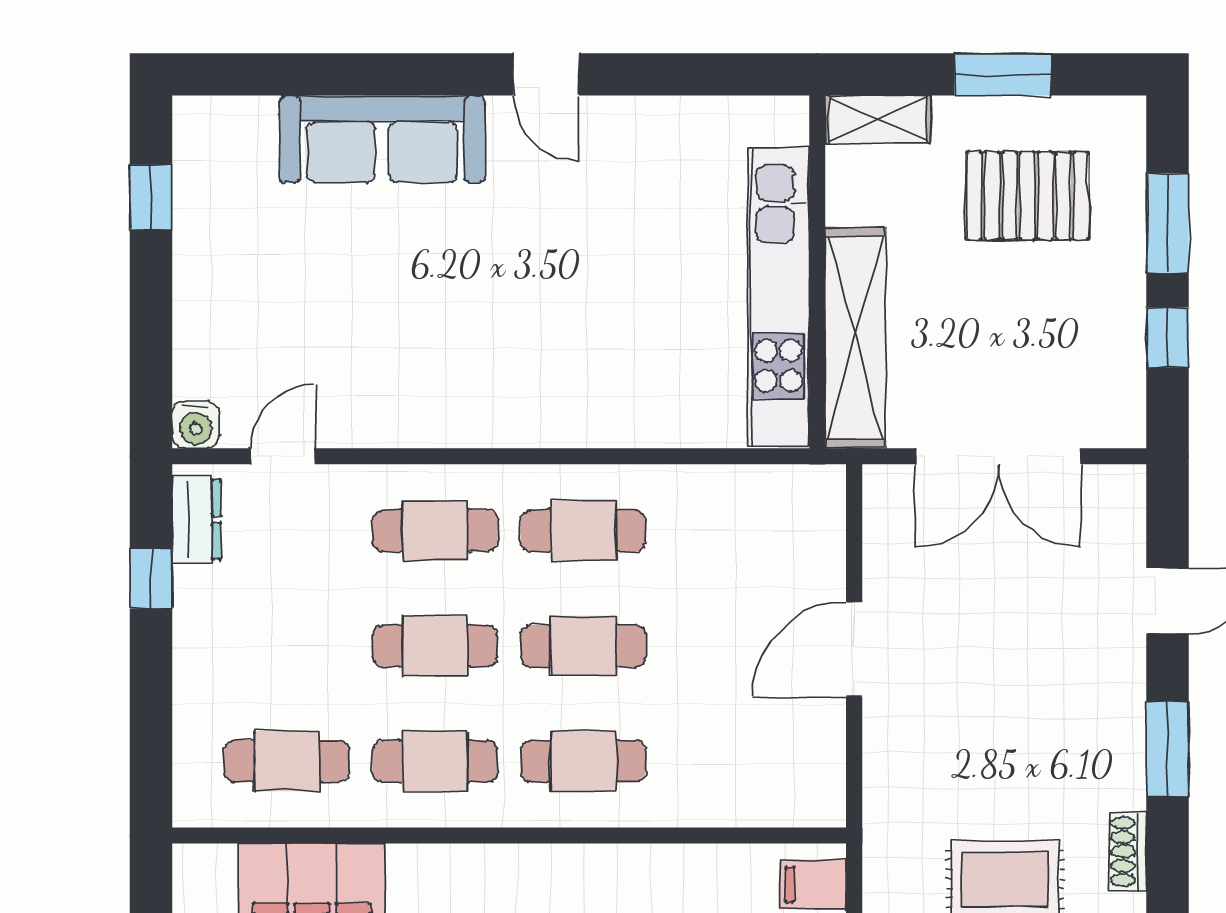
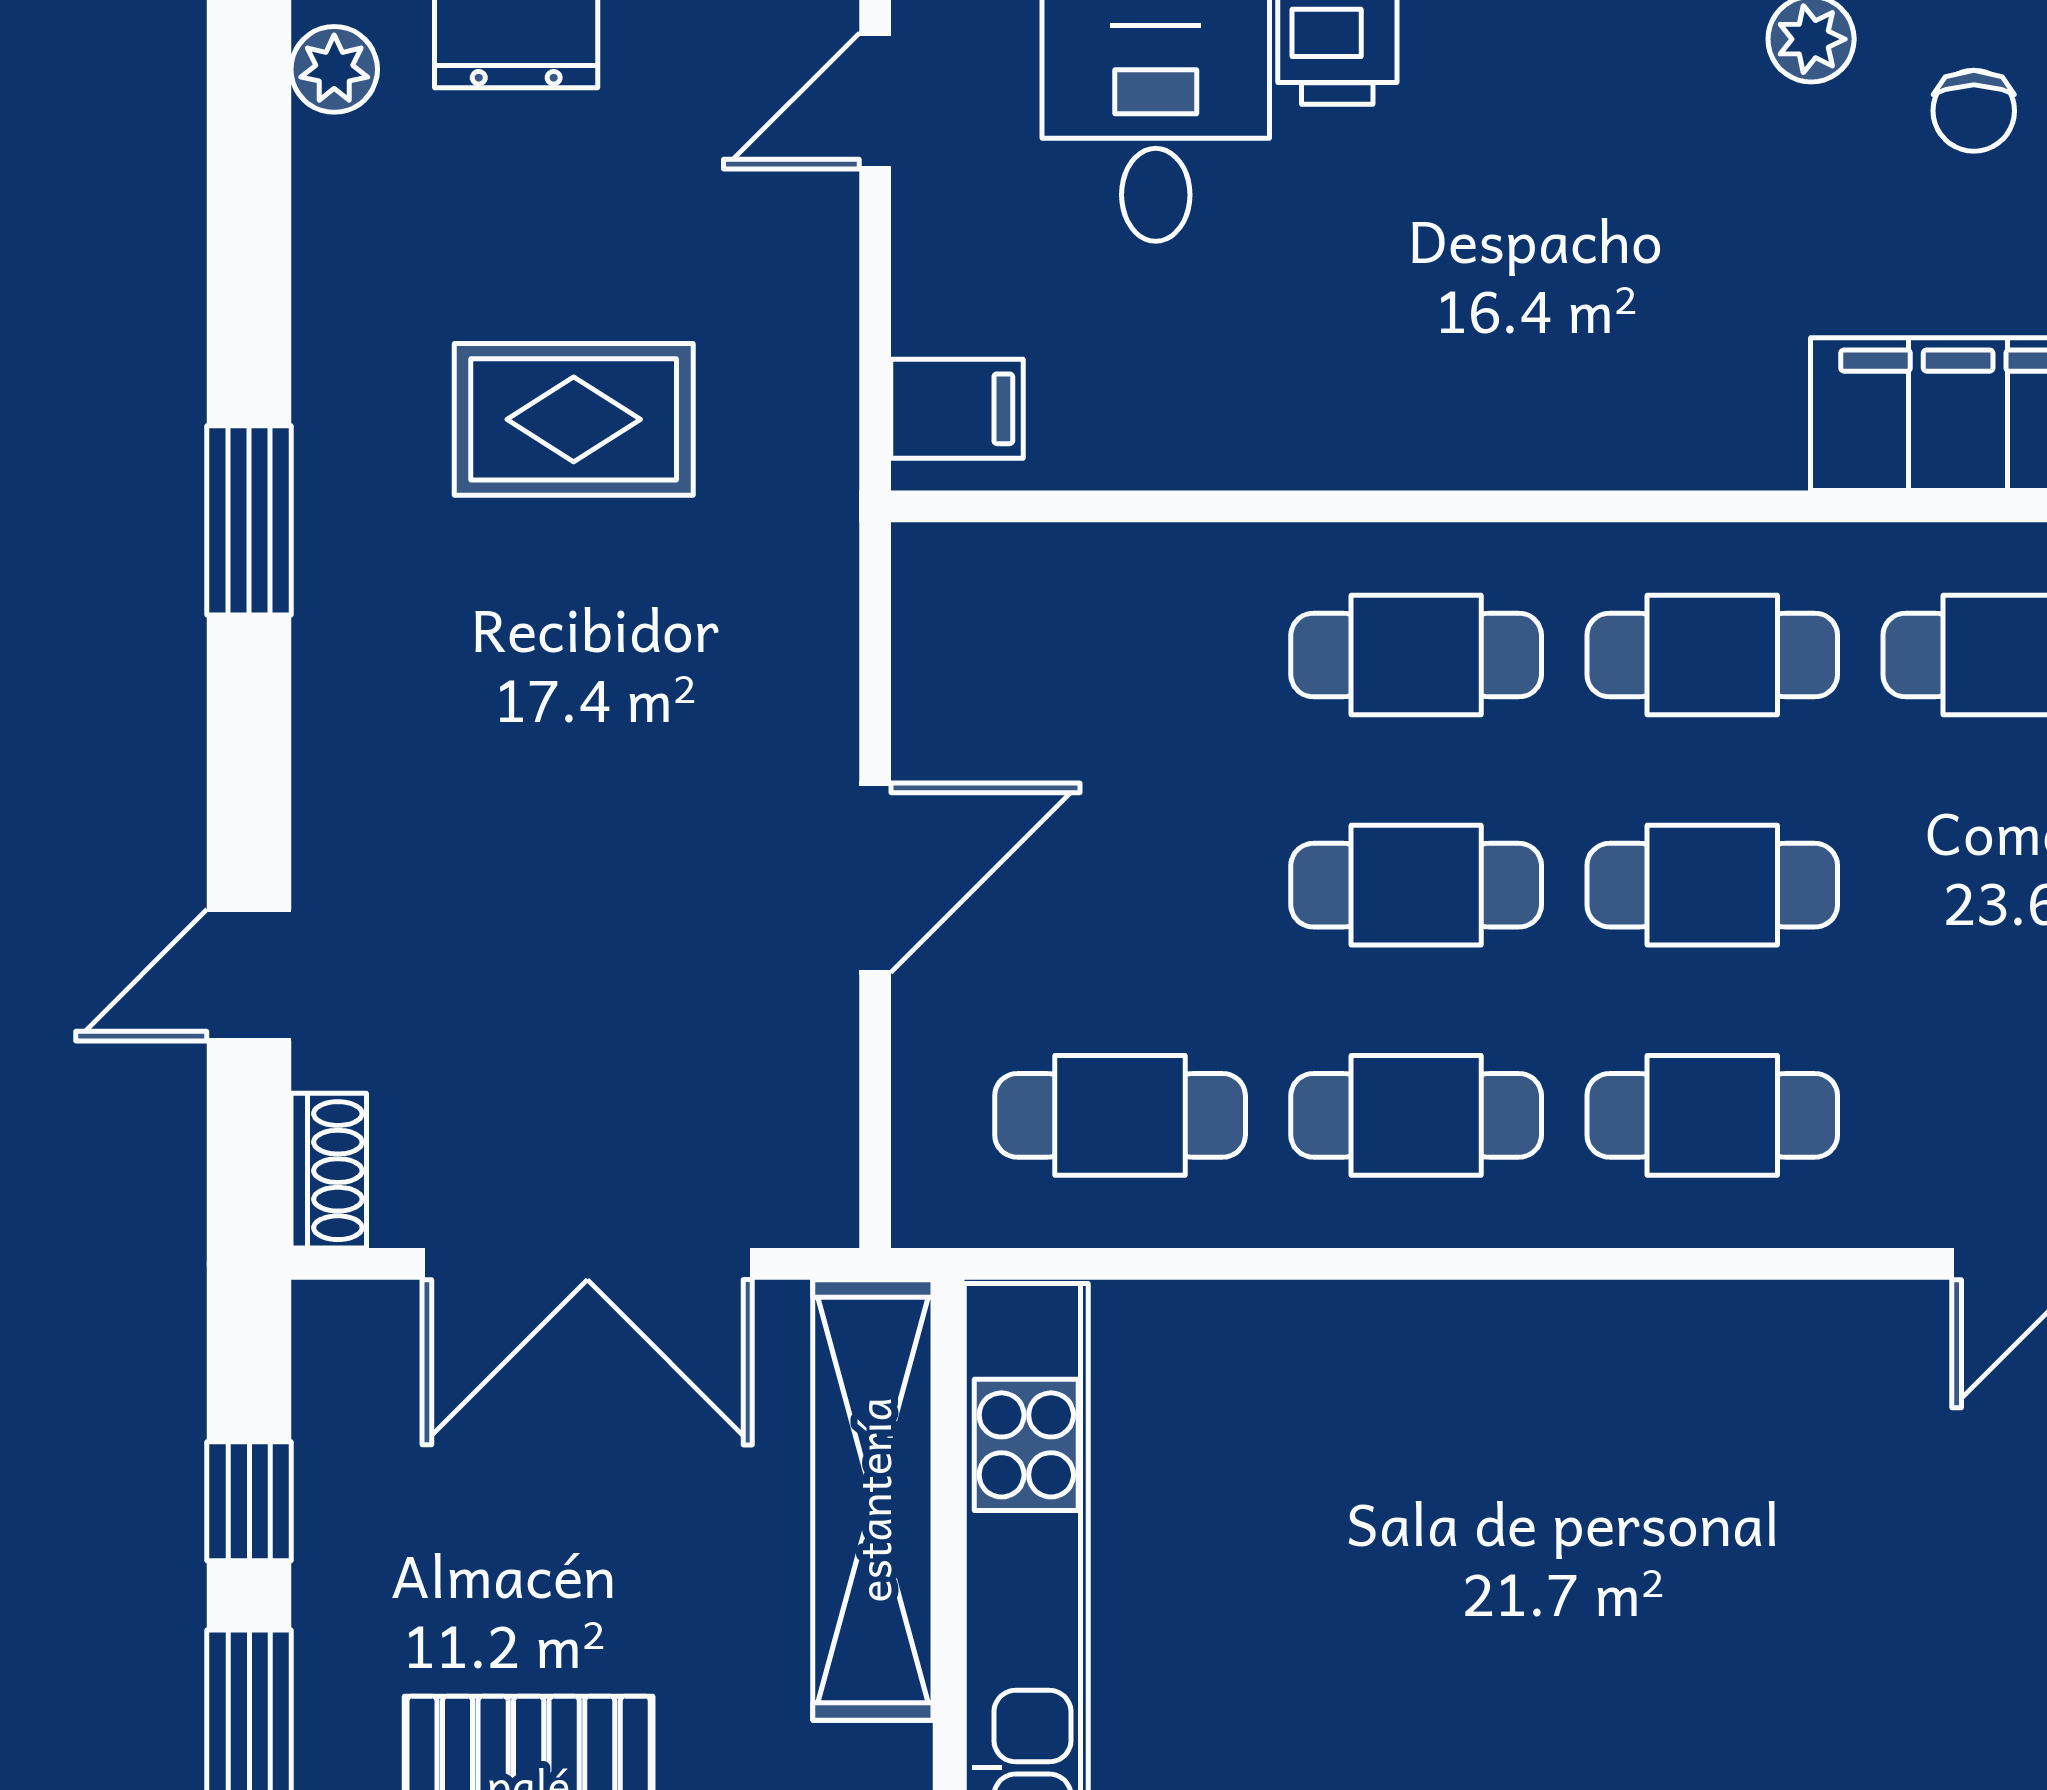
double door: (998, 456) -> (587, 1264), swing flipped
cafe table: (731, 531) -> (1120, 1115), added
window: (1167, 749) -> (249, 520), moved
shoe rack: (1128, 851) -> (329, 1171), moved

